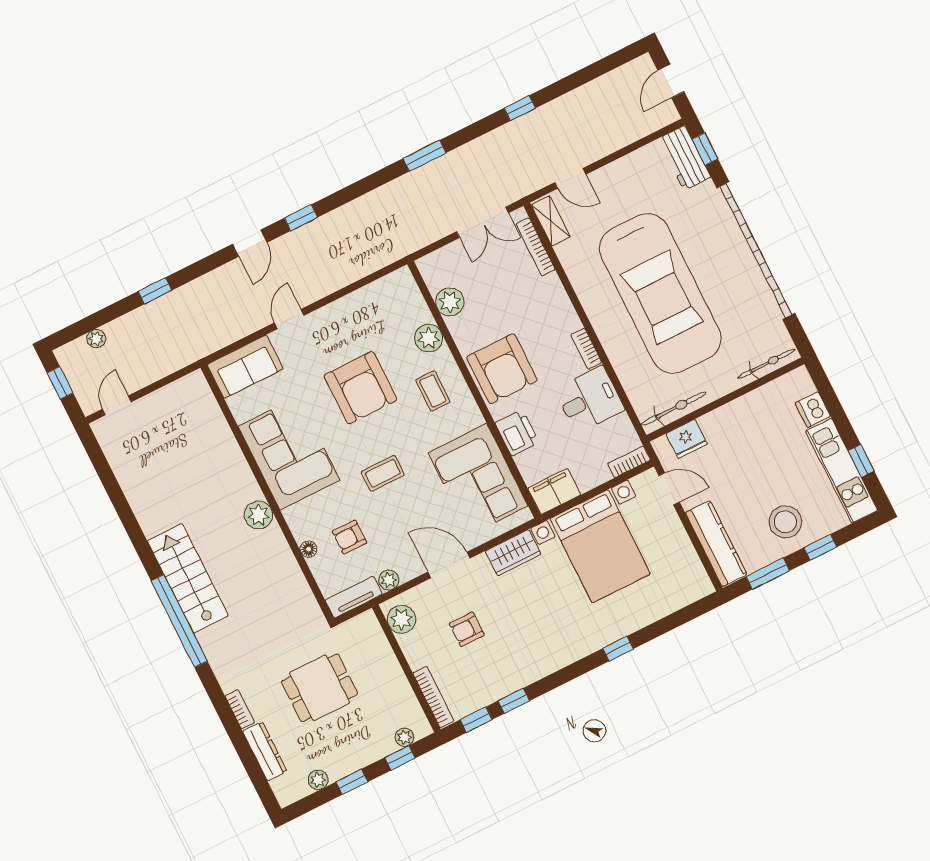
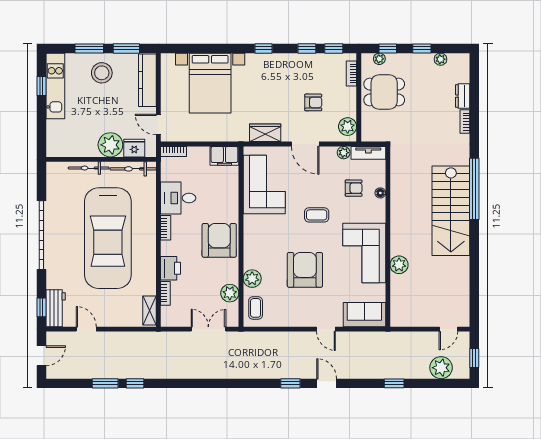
window: (425, 156) -> (105, 383), moved
door: (570, 178) -> (86, 329), moved
double door: (483, 222) -> (208, 329), moved
door: (250, 243) -> (327, 383), hinge flipped
bookcase: (535, 247) -> (165, 293), width x0.64
garage door: (756, 251) -> (41, 235), width x0.73
car: (660, 293) -> (108, 238), turned 180
door: (289, 319) -> (326, 329), hinge flipped
plant: (96, 339) -> (441, 368), width x1.87, depth x1.87
bicycle: (766, 364) -> (89, 168), moved
coffee table: (433, 391) -> (256, 308), moved
dishwasher: (813, 410) -> (54, 129), removed
plant: (722, 427) -> (110, 145), added
printer: (517, 433) -> (171, 268), moved, turned 180
plant: (259, 515) -> (399, 265), moved
bed with nightstands: (600, 546) -> (210, 83), moved, turned 180
window: (820, 547) -> (89, 48), width x1.50
stairs: (188, 578) -> (451, 211), width x1.36, depth x1.51
window: (618, 649) -> (263, 48), moved
dining table: (320, 688) -> (384, 92), moved
bookcase: (433, 697) -> (351, 74), width x0.64
dresser: (265, 751) -> (463, 96), width x0.70

